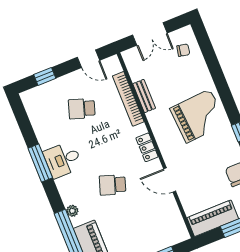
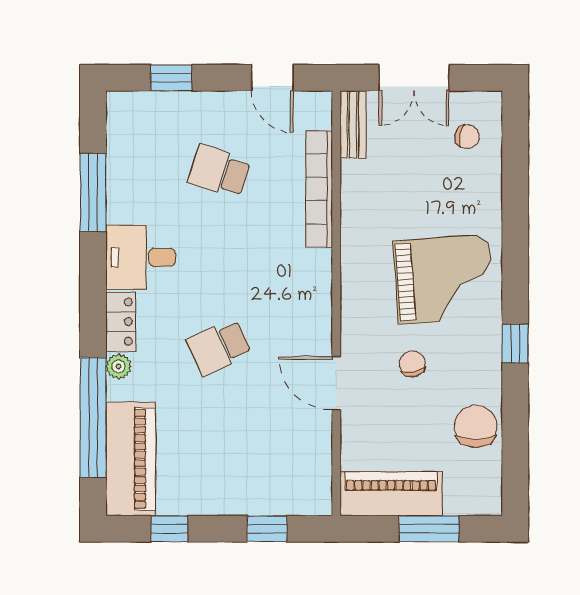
bench: (144, 96) -> (353, 124), moved
locker: (147, 147) -> (121, 322), moved, turned 180
chair: (199, 158) -> (412, 364), added
window: (40, 163) -> (93, 192), moved
school desk: (113, 185) -> (219, 347), turned -42

